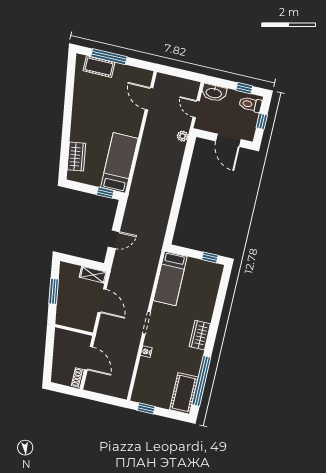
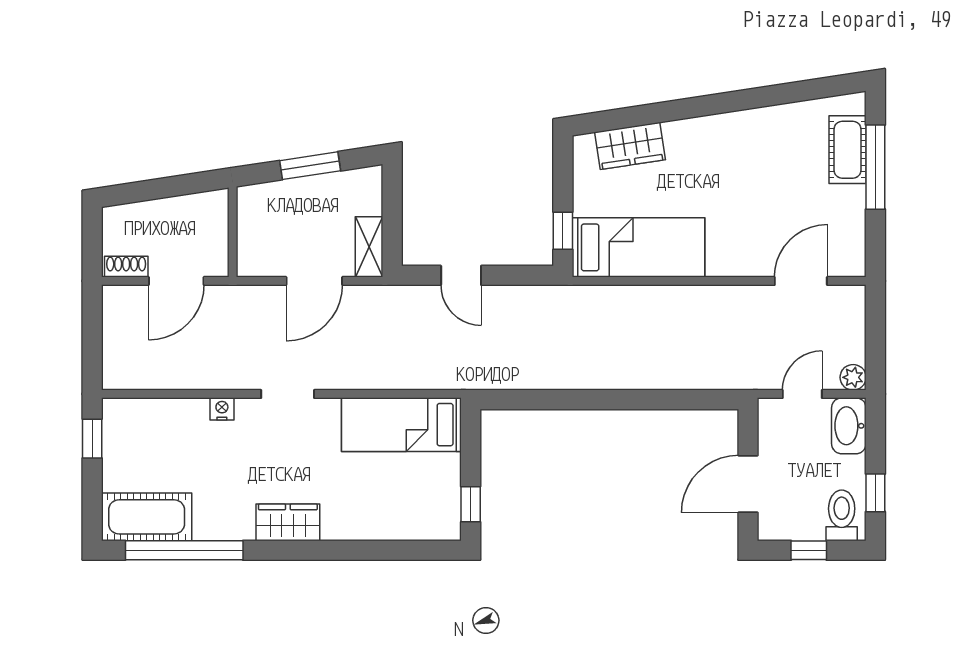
plant: (183, 136) -> (853, 377), moved

